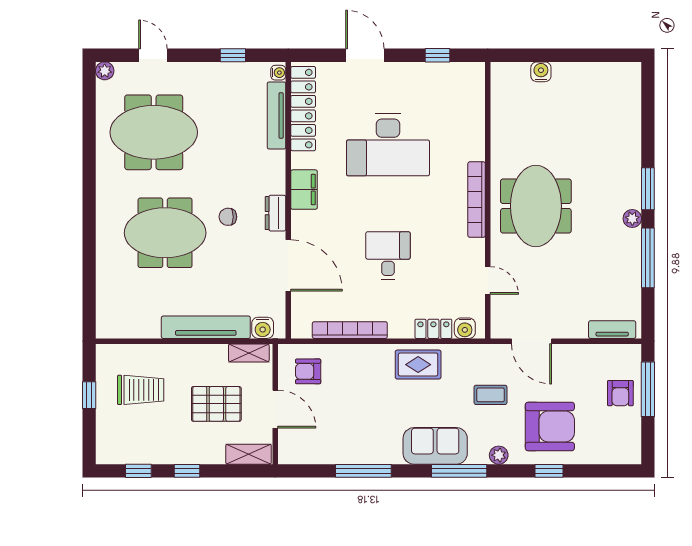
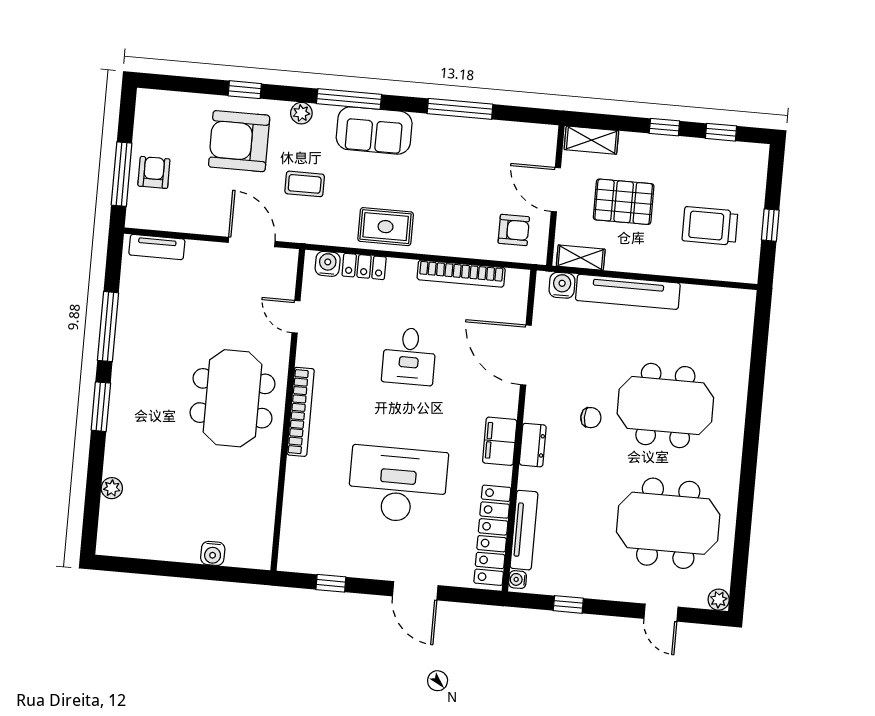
dresser: (275, 213) -> (533, 445), moved
plant: (632, 219) -> (112, 488), moved

